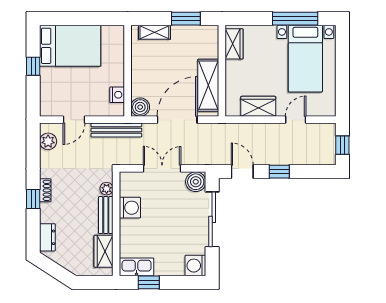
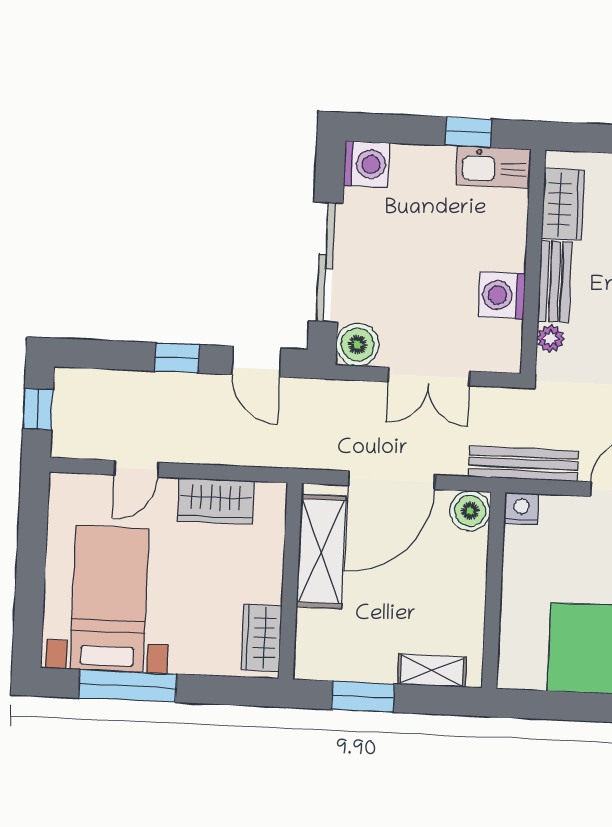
nightstand: (117, 95) -> (521, 509), moved, turned 90

